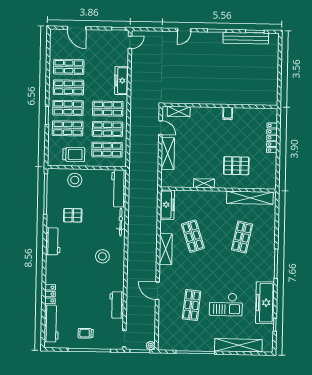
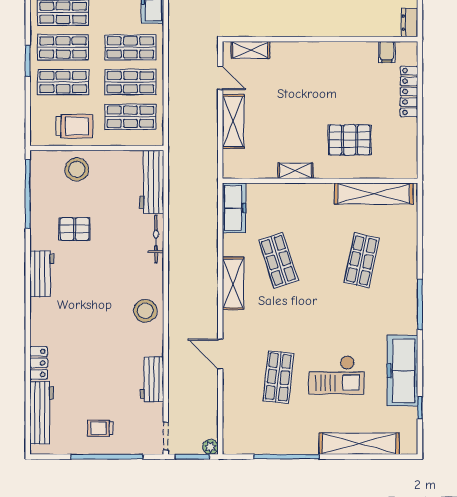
dresser: (273, 97) -> (410, 23), added
filing cabinet: (228, 114) -> (387, 52), moved
stool: (102, 256) -> (145, 311), moved

